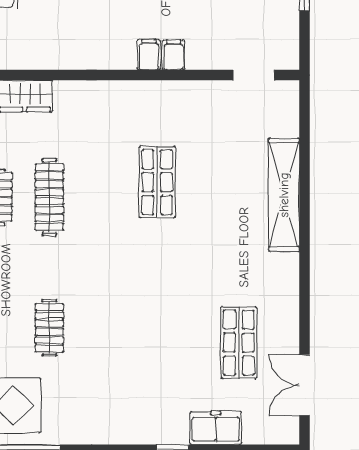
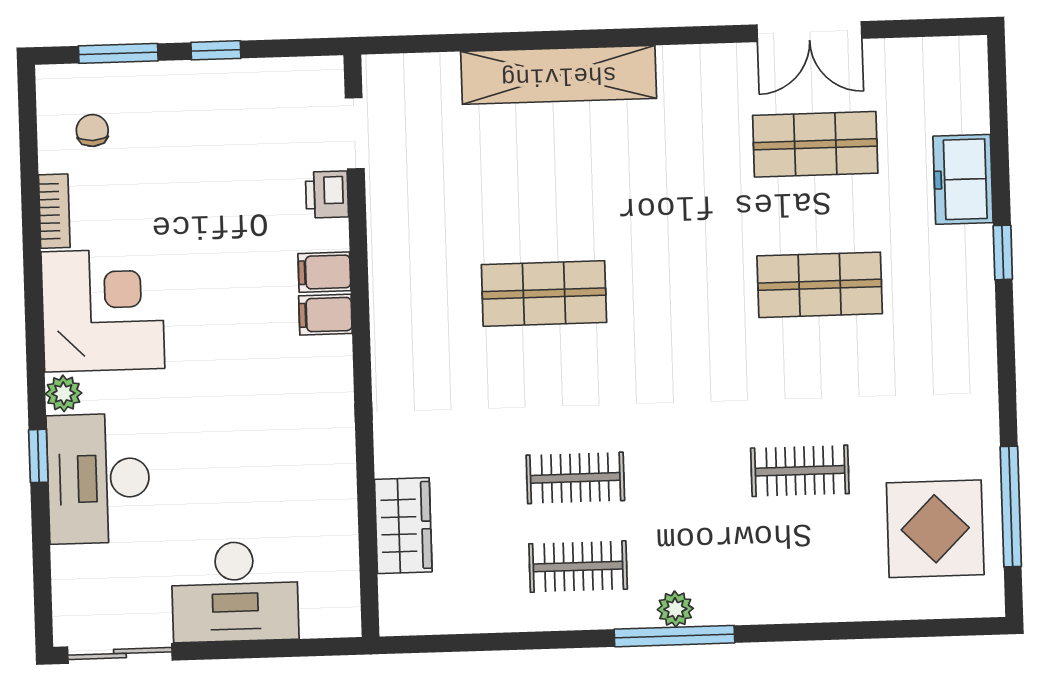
printer: (219, 58) -> (327, 194), added
clothes rail: (49, 197) -> (575, 478), width x0.73
shop shelf: (157, 343) -> (820, 285), added
double door: (305, 385) -> (809, 32), moved

